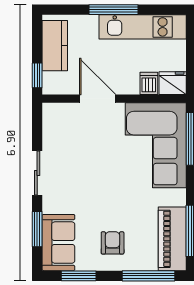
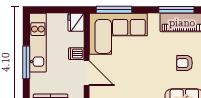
dishwasher: (149, 83) -> (76, 54), moved
door: (98, 99) -> (87, 73), swing flipped

